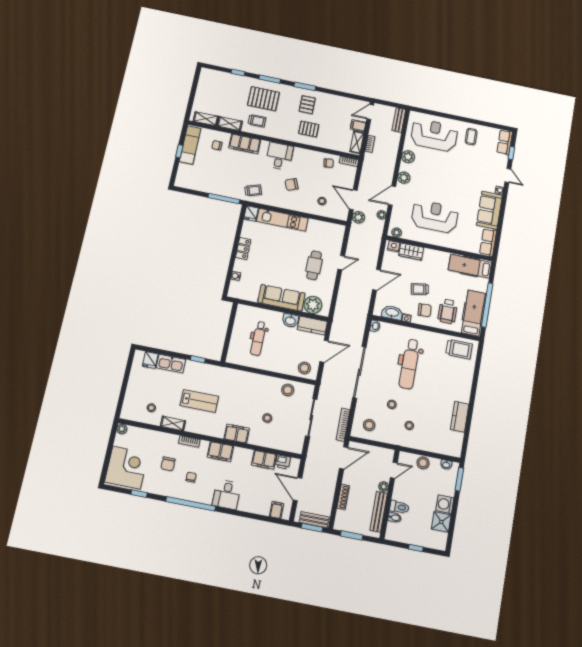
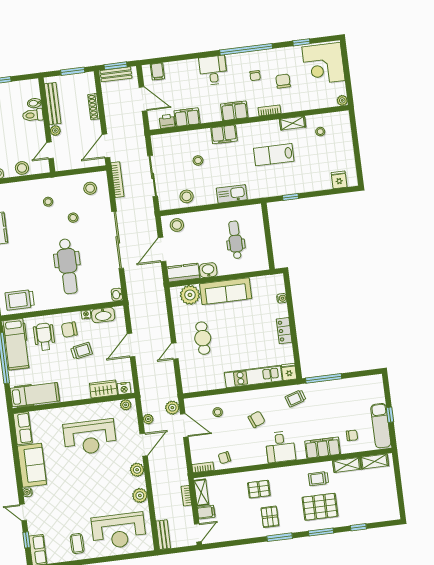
kitchen sink: (171, 364) -> (232, 194), moved
dental chair: (409, 364) -> (68, 266), turned 180

